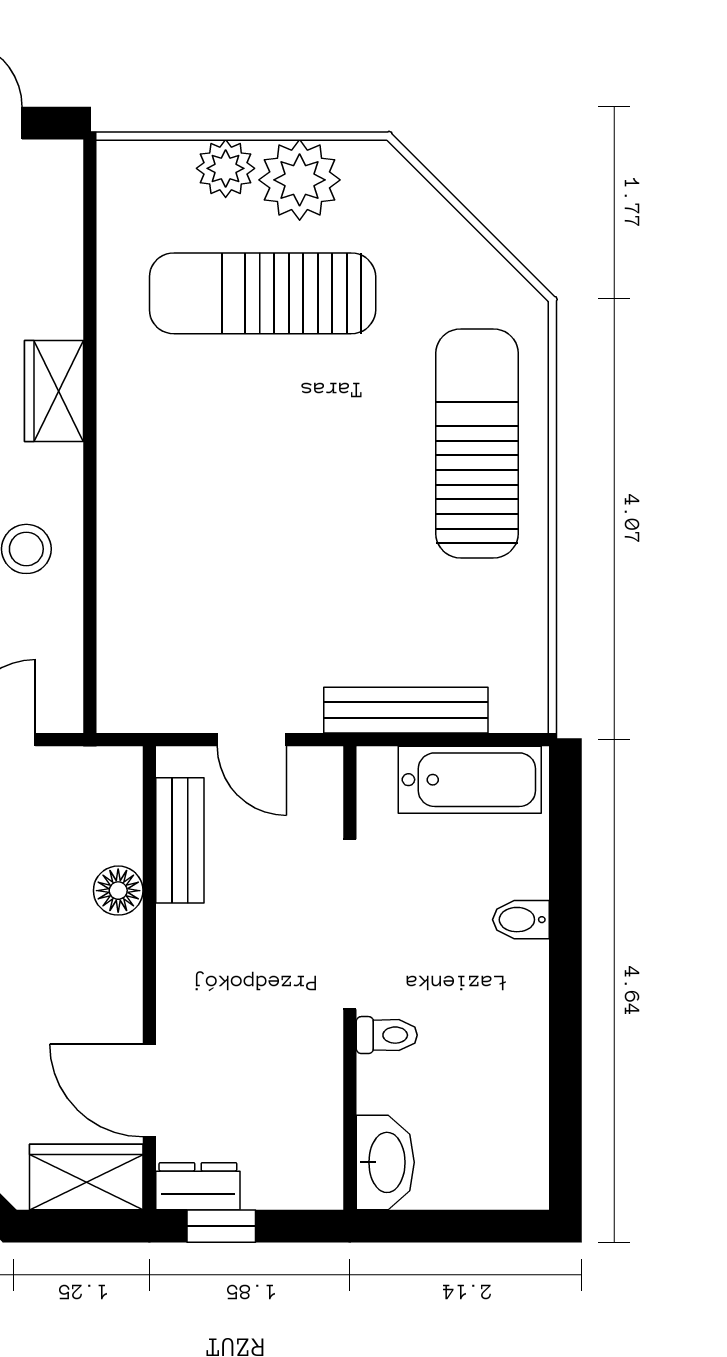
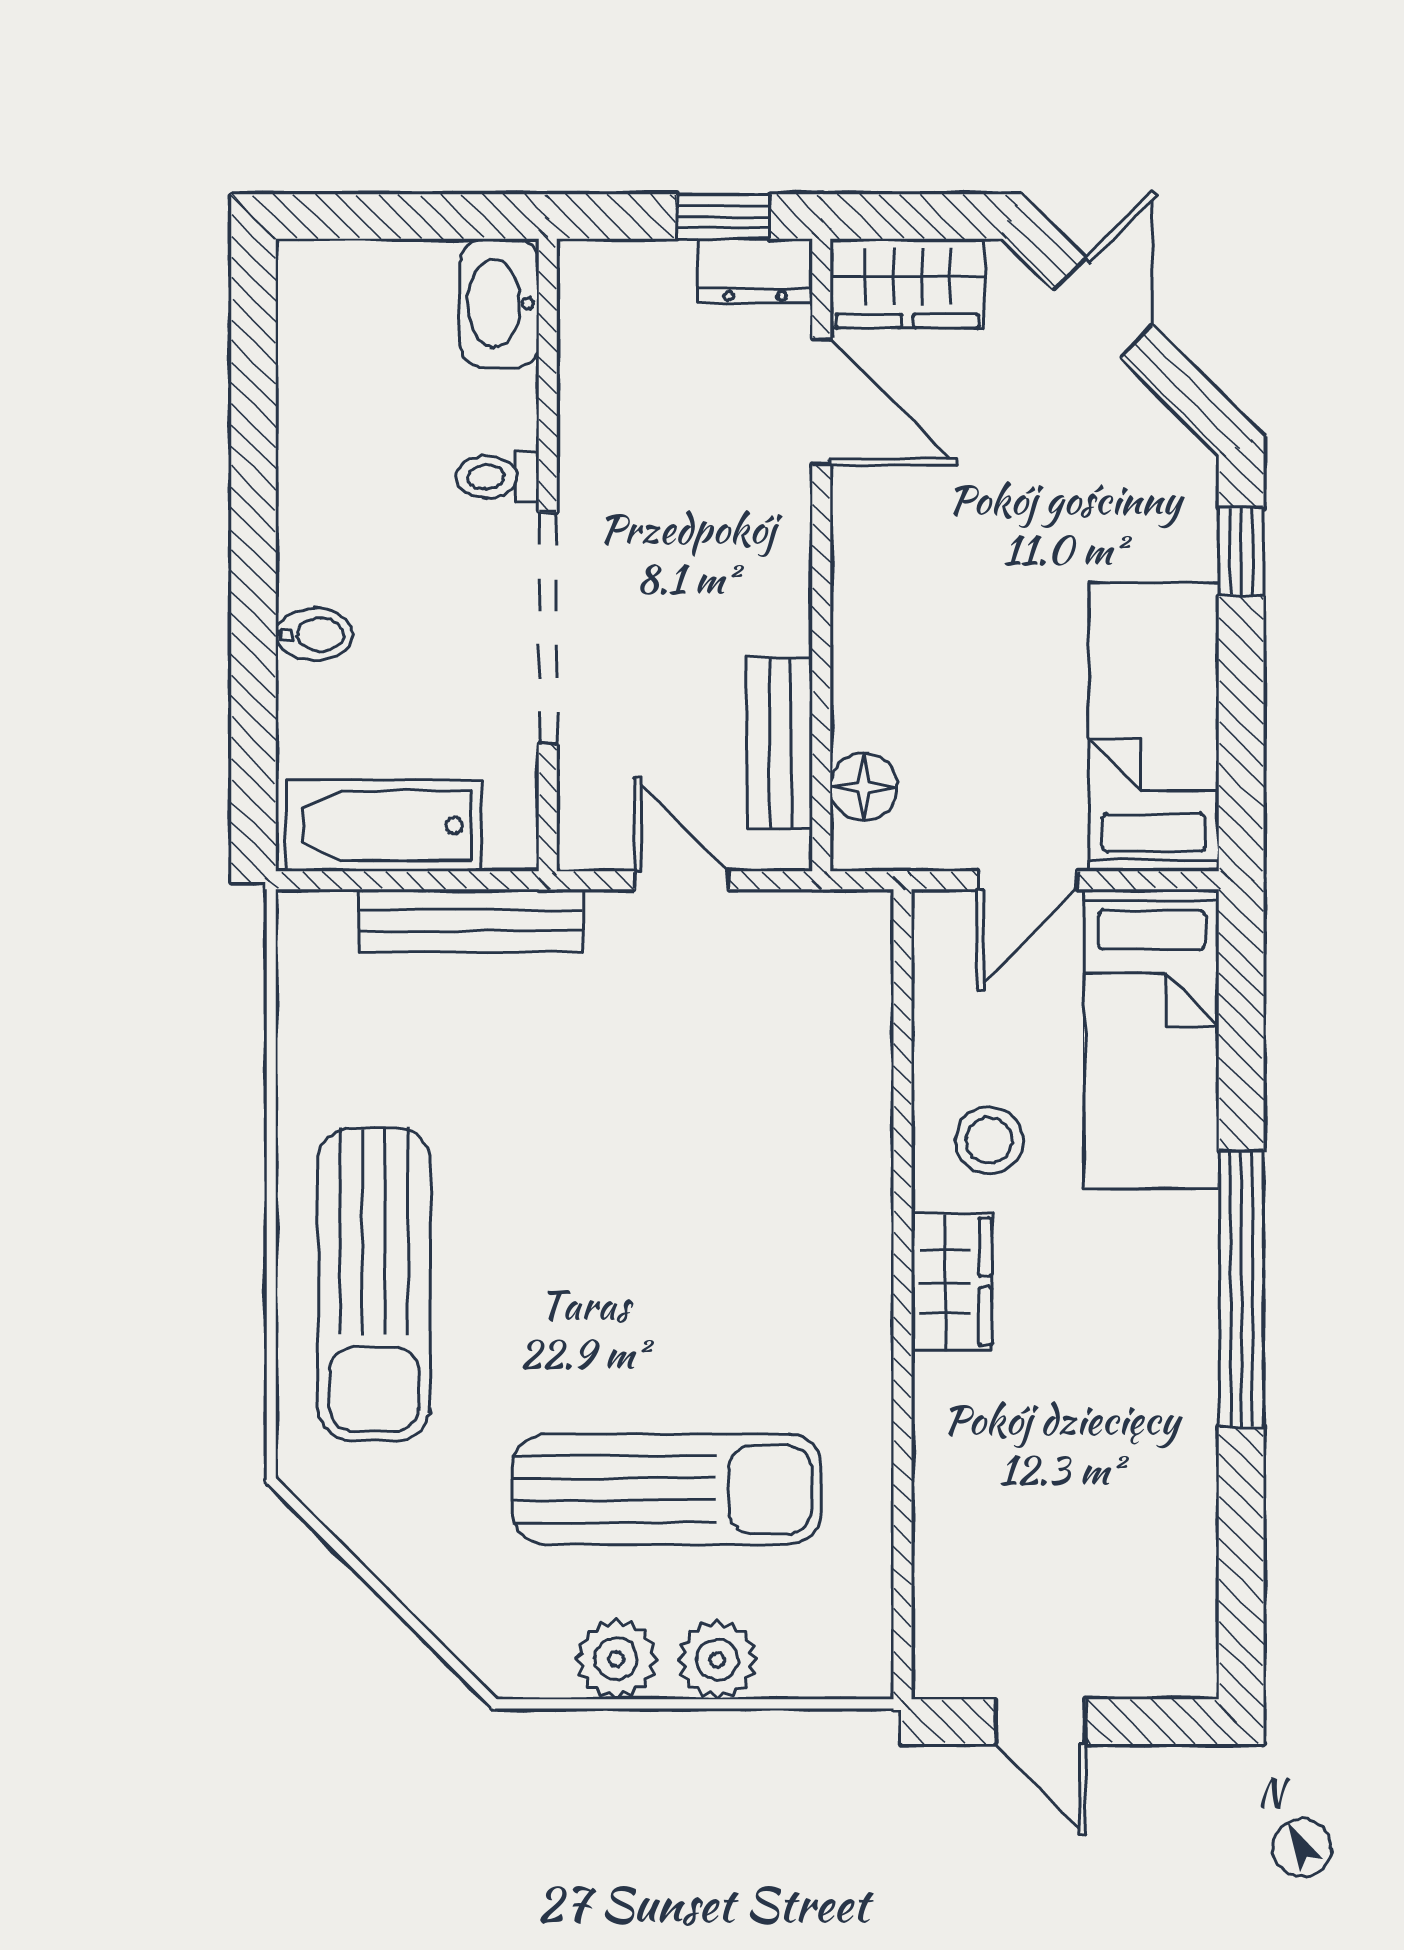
plant: (300, 180) -> (616, 1659), width x0.73, depth x0.73
wardrobe: (54, 391) -> (952, 1282), moved
floor lamp: (118, 891) -> (864, 787), moved

